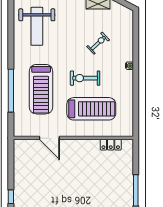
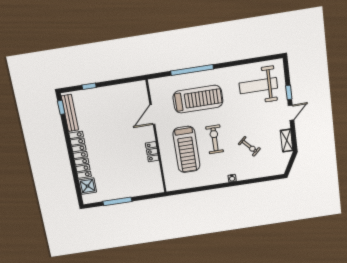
treadmill: (41, 89) -> (198, 99), turned 180
locker: (111, 145) -> (152, 152), moved

